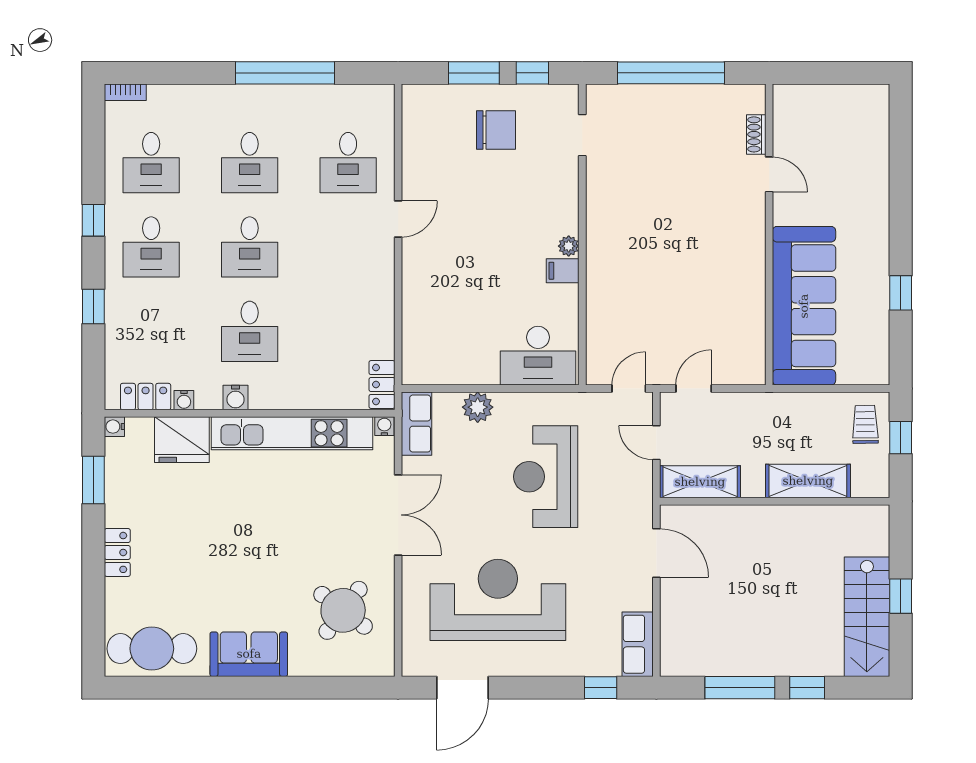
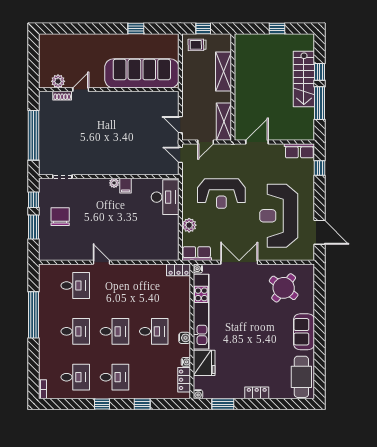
plant: (787, 126) -> (58, 81), added
stairs: (867, 617) -> (304, 79), moved, turned 90

